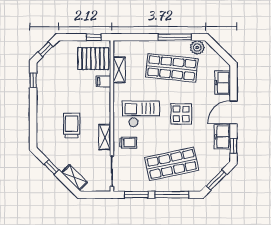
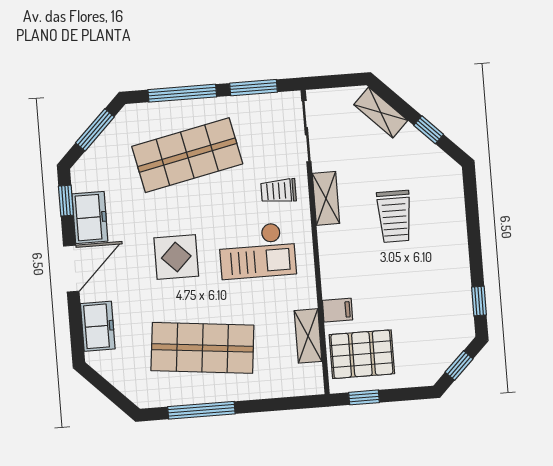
plant: (197, 47) -> (154, 393), removed

